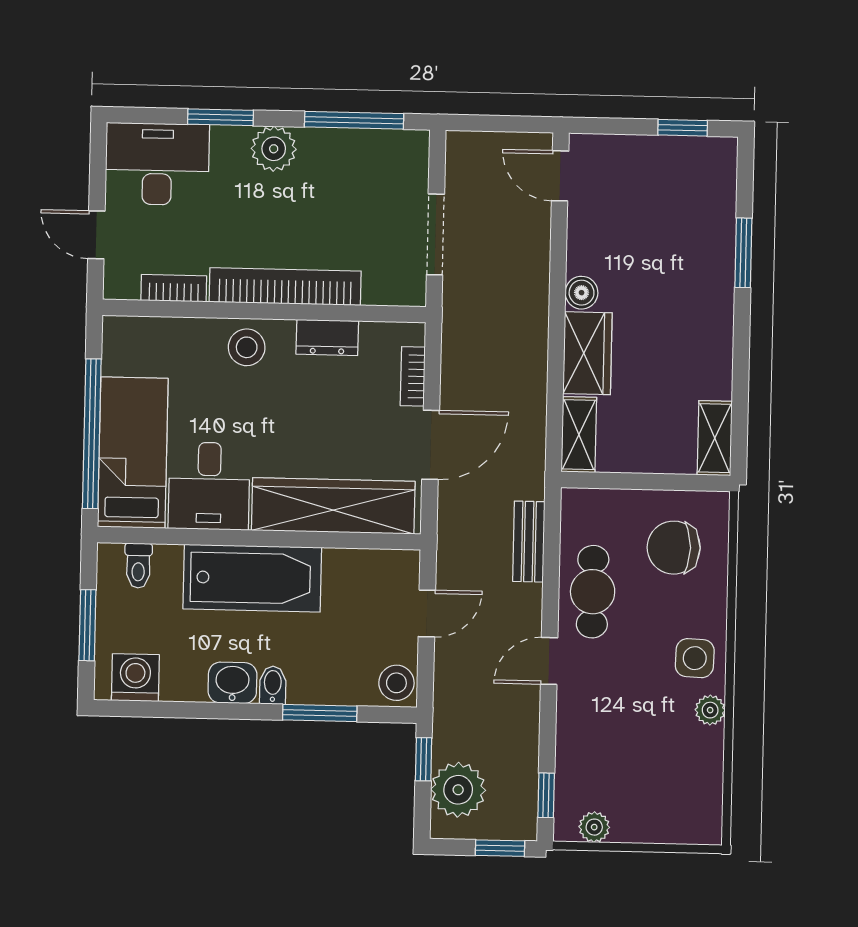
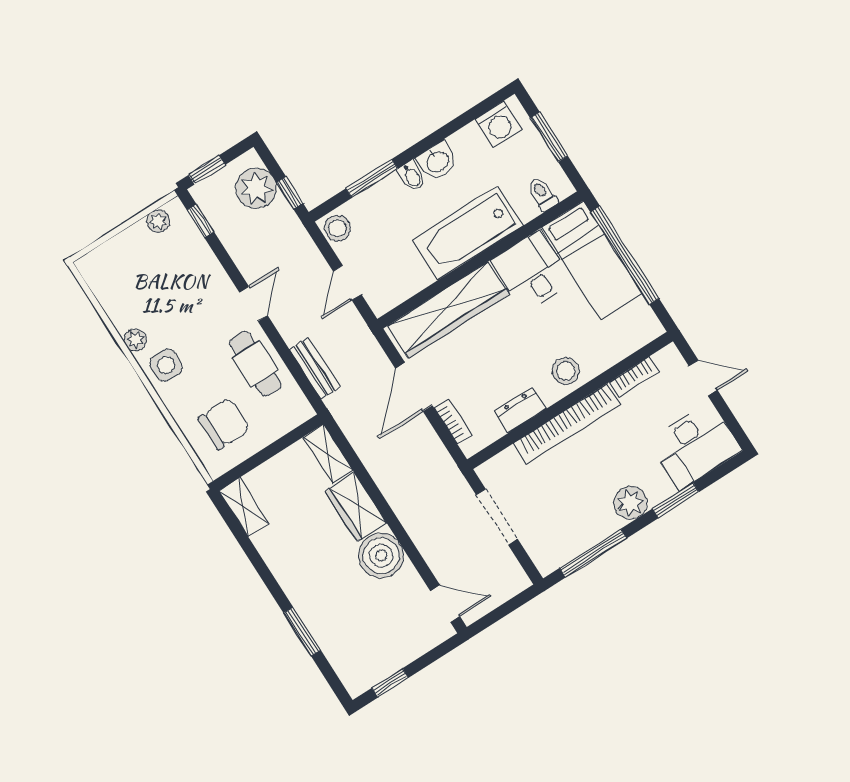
boiler: (582, 293) -> (381, 556), width x1.86, depth x1.86

